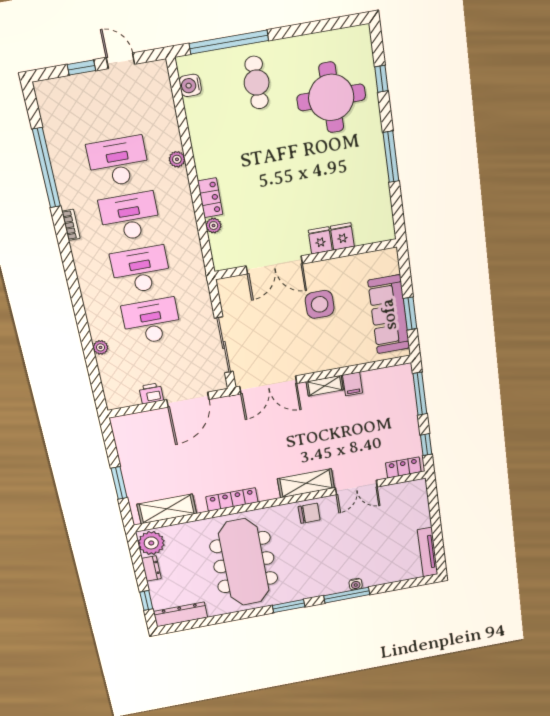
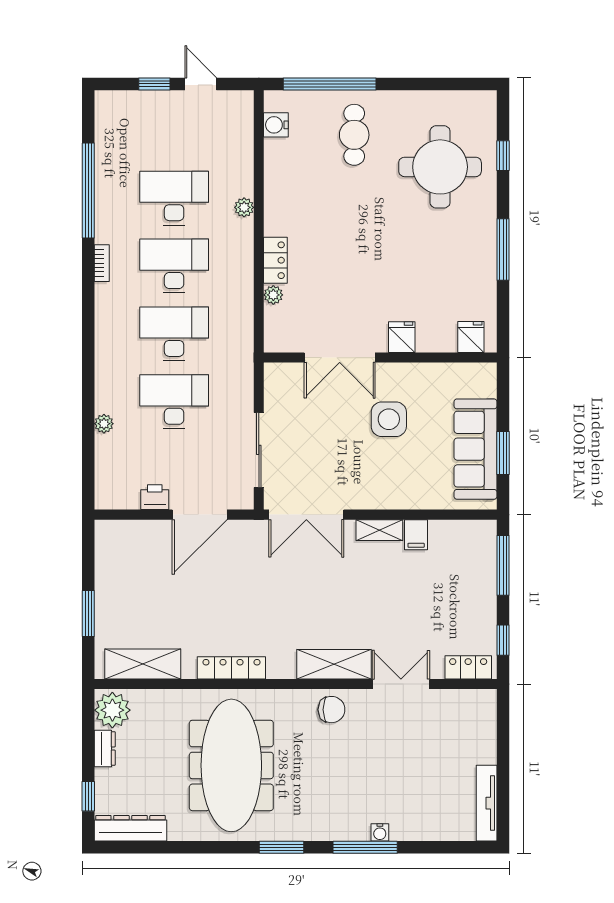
fridge: (342, 236) -> (471, 337), moved
double door: (356, 487) -> (401, 684), swing flipped

